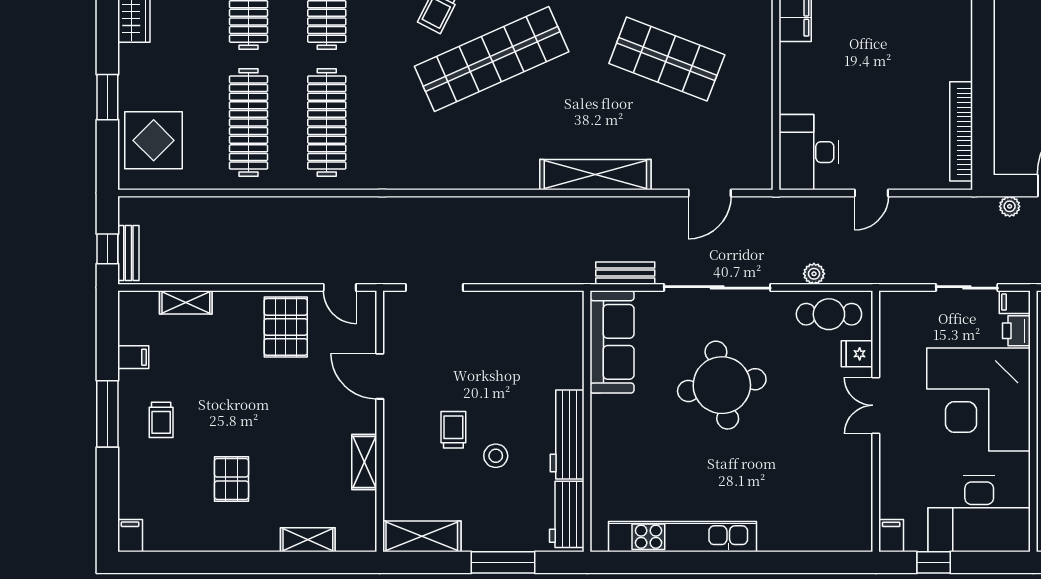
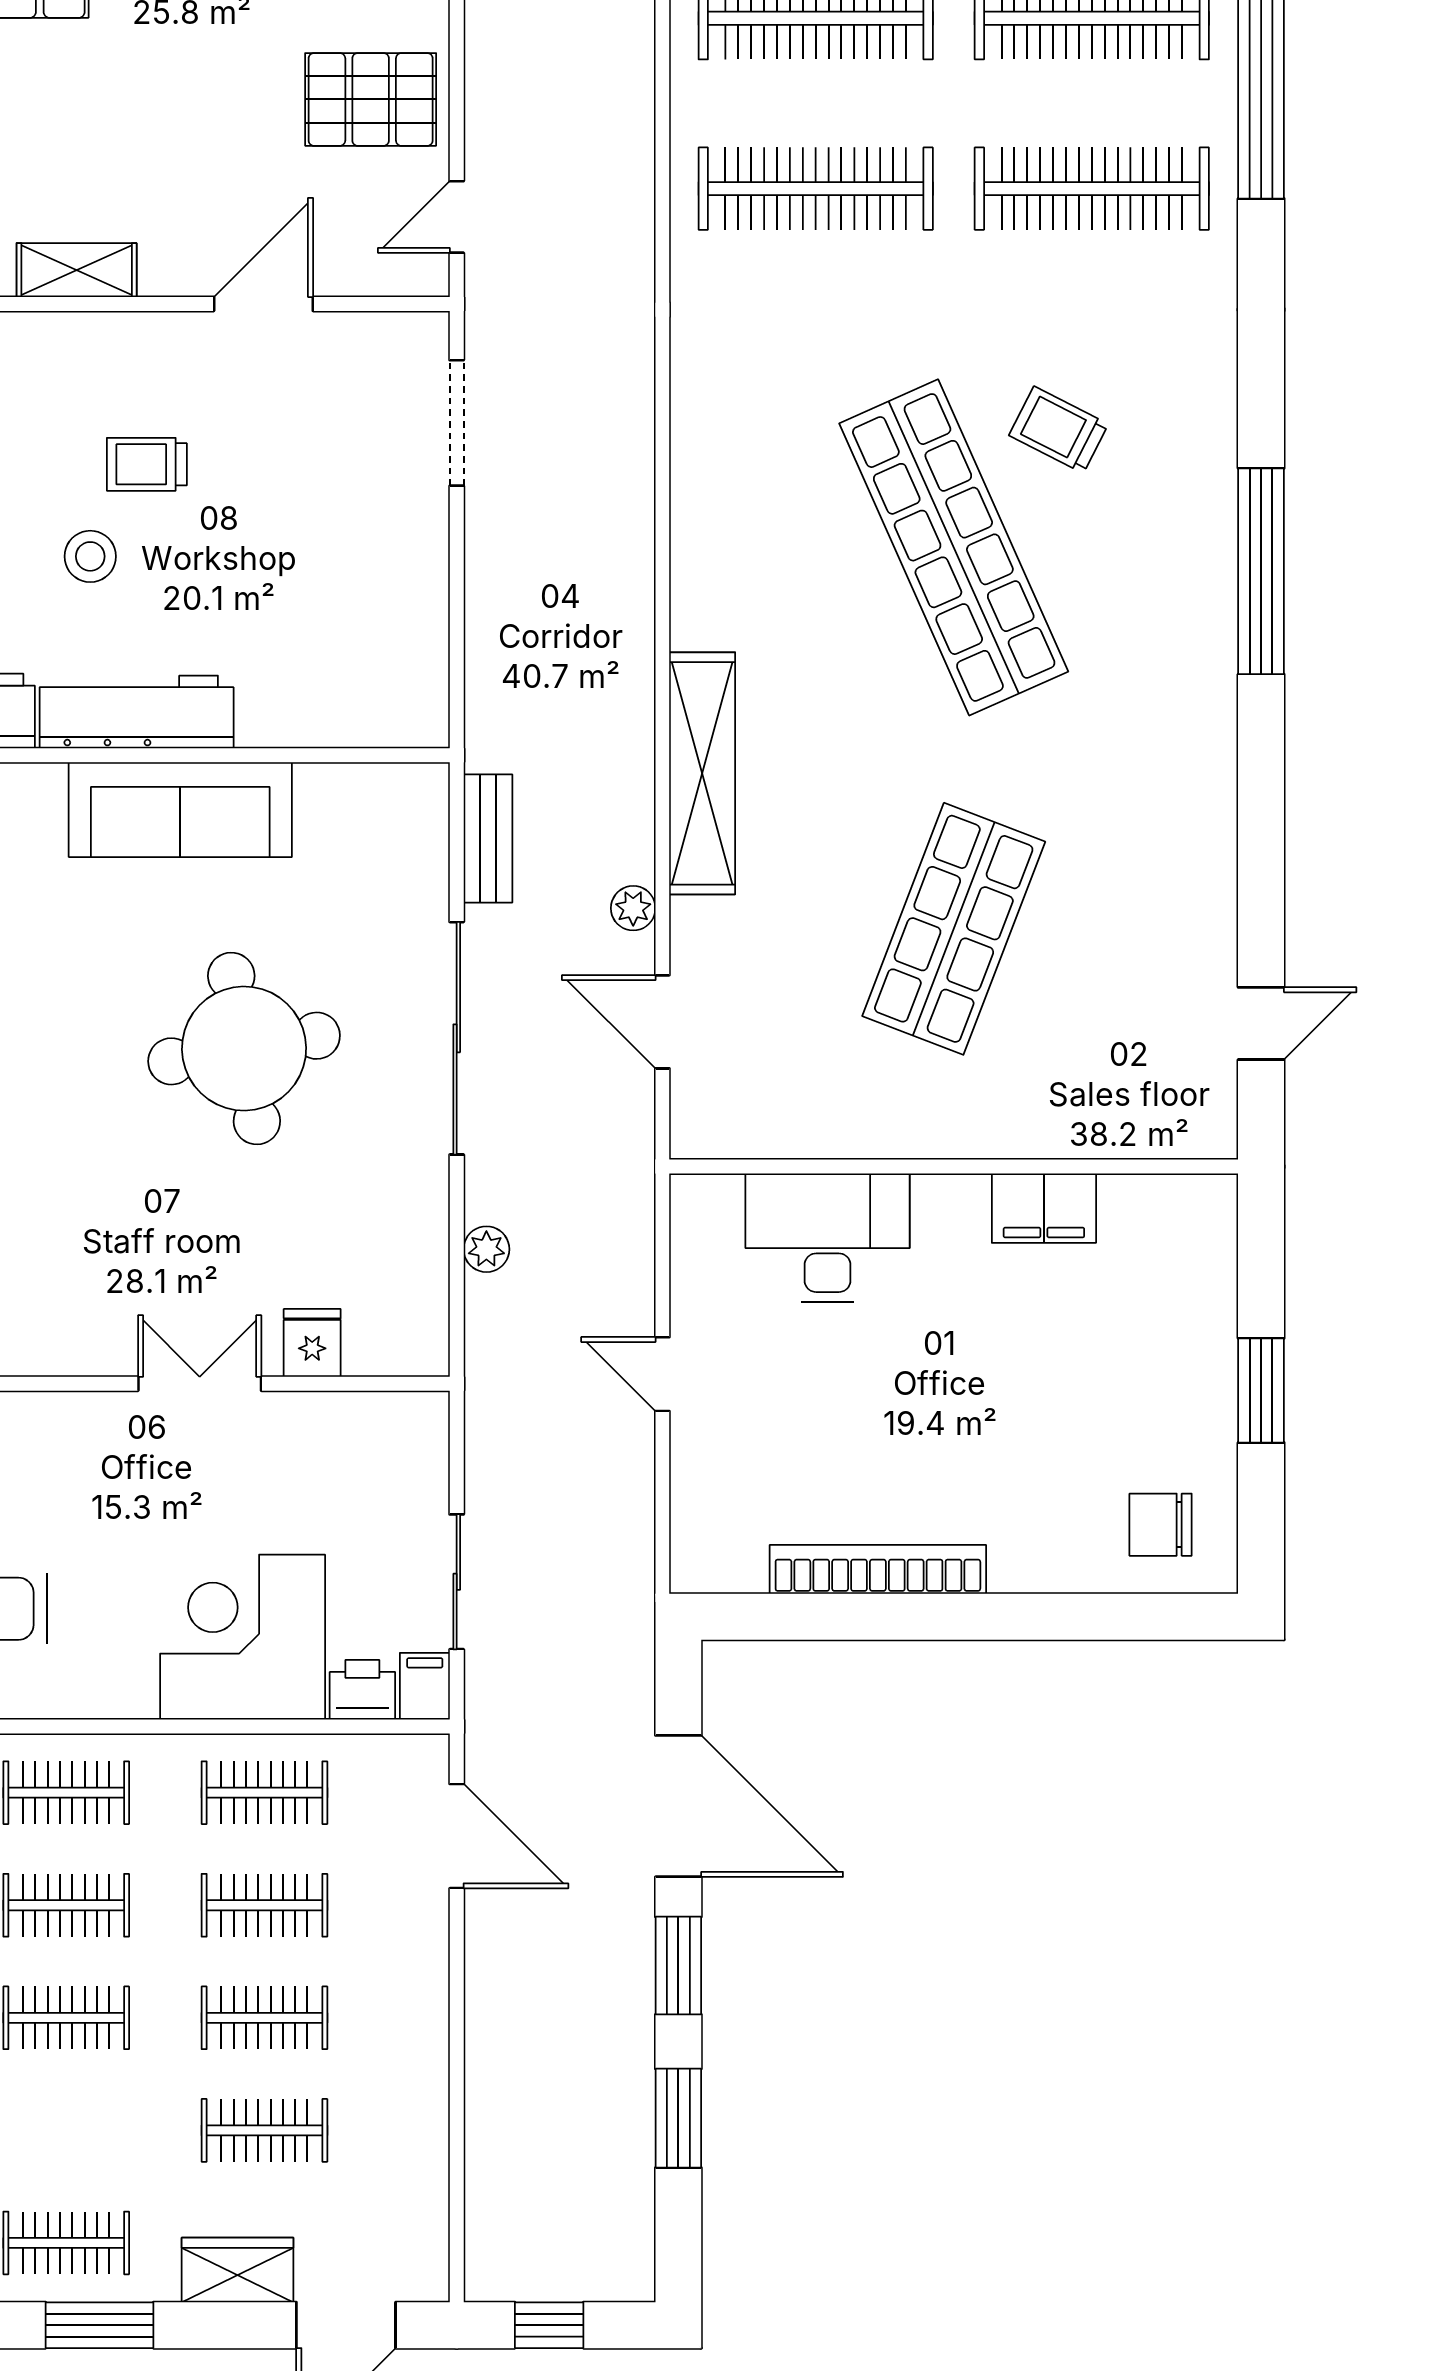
bookcase: (961, 131) -> (878, 1569), moved
desk: (809, 152) -> (828, 1238), moved
plant: (1010, 206) -> (633, 908), moved
cafe table: (829, 314) -> (398, 1282), removed
sofa: (612, 342) -> (180, 810), moved
corner desk: (979, 399) -> (243, 1637), width x0.74, depth x0.74
trolley: (453, 430) -> (147, 464), turned 180

